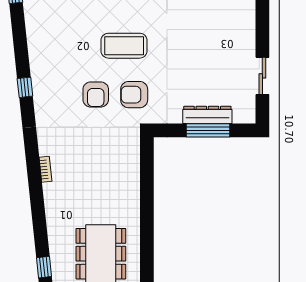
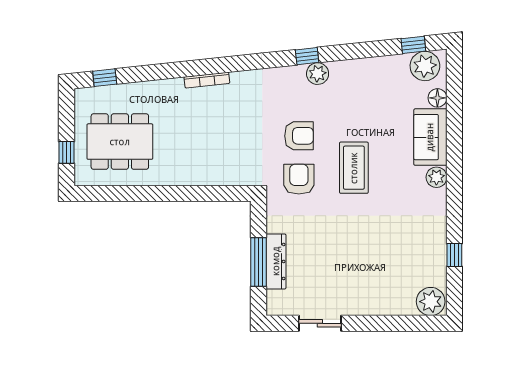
plant: (40, 78) -> (318, 74), added
armchair: (96, 94) -> (299, 136), turned 180
bookcase: (45, 169) -> (207, 80), width x1.56

